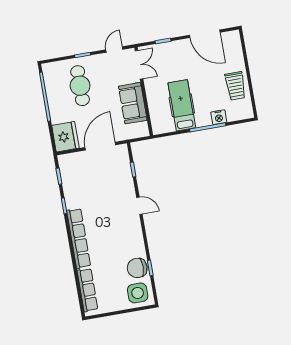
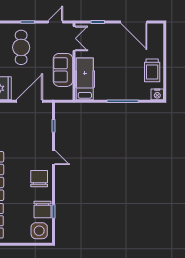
hospital bed: (182, 105) -> (85, 79), moved
nightstand: (219, 117) -> (157, 94), moved
chair: (127, 233) -> (39, 179), added
chair: (137, 268) -> (42, 210), turned -90

